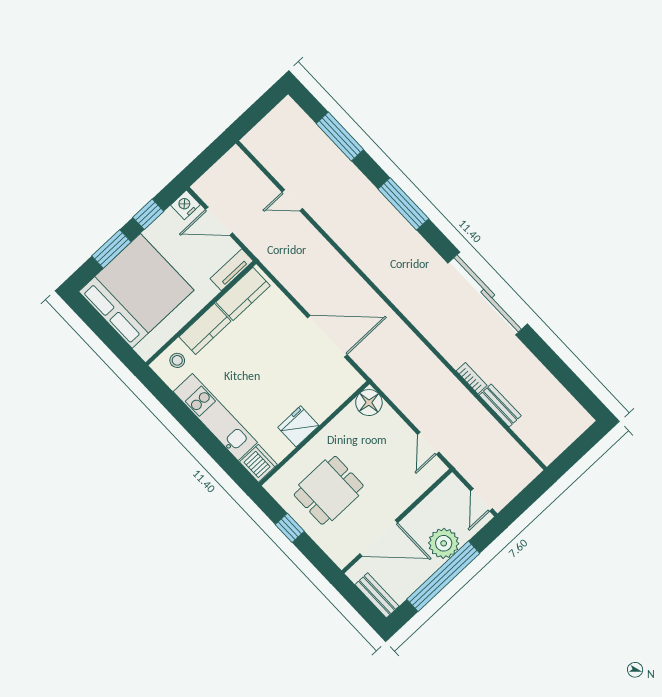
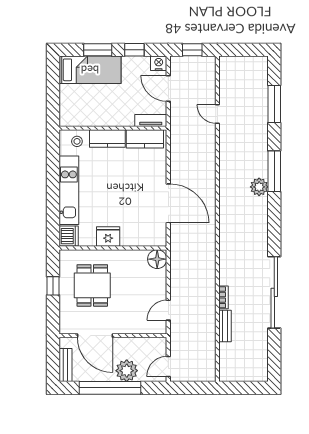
window: (206, 160) -> (192, 50), added
plant: (403, 234) -> (259, 187), added
bed: (136, 291) -> (90, 70), width x0.49
sliding door: (488, 293) -> (274, 292), moved
dining table: (329, 490) -> (92, 285), turned 90

